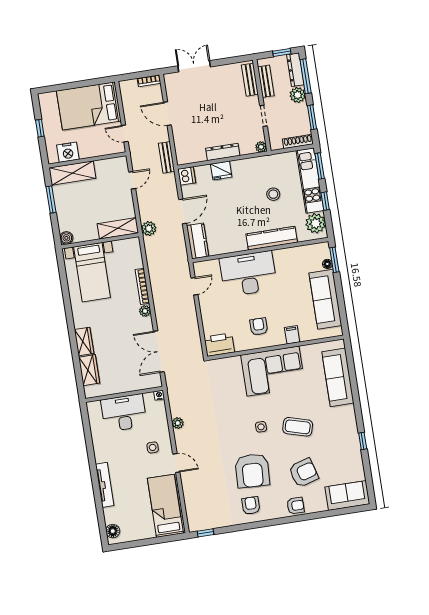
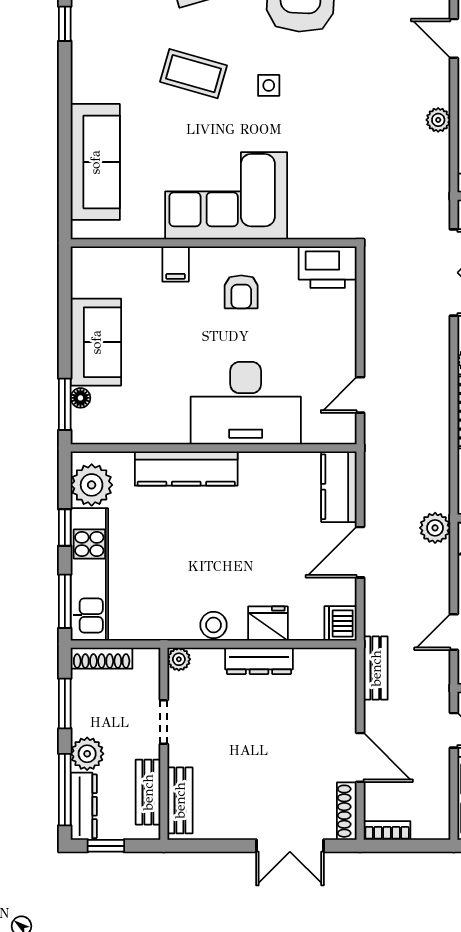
shoe rack: (170, 87) -> (347, 811), added
stool: (273, 194) -> (214, 625), moved
sofa: (325, 299) -> (96, 342), width x0.73

